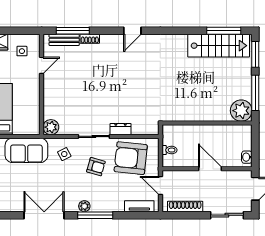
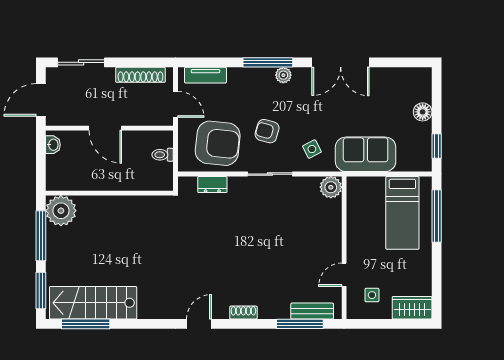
door: (132, 31) -> (199, 324), moved
shoe rack: (90, 39) -> (243, 313), moved
dresser: (121, 129) -> (212, 185), moved

